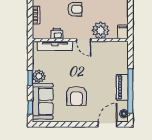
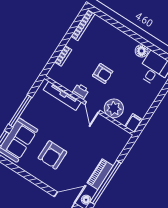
printer: (57, 34) -> (81, 91), moved
plant: (39, 76) -> (29, 114), removed
window: (30, 78) -> (20, 111), width x2.17

